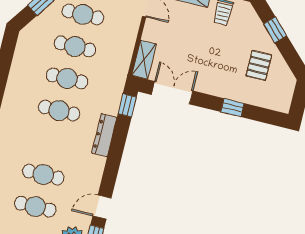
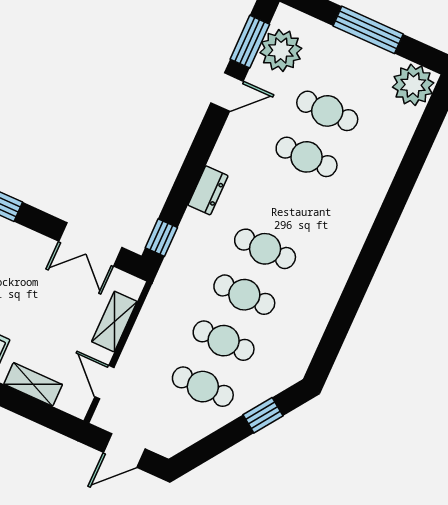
shelving: (144, 60) -> (114, 322), moved
dresser: (104, 135) -> (208, 190), width x0.70

